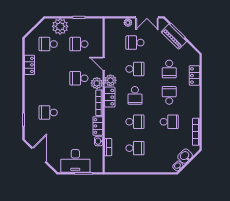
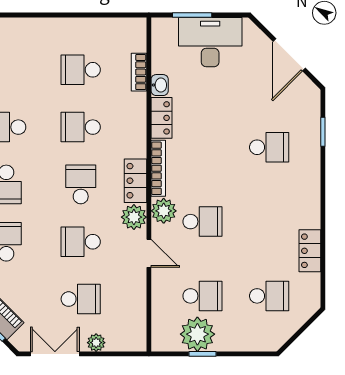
plant: (60, 26) -> (197, 334), moved

